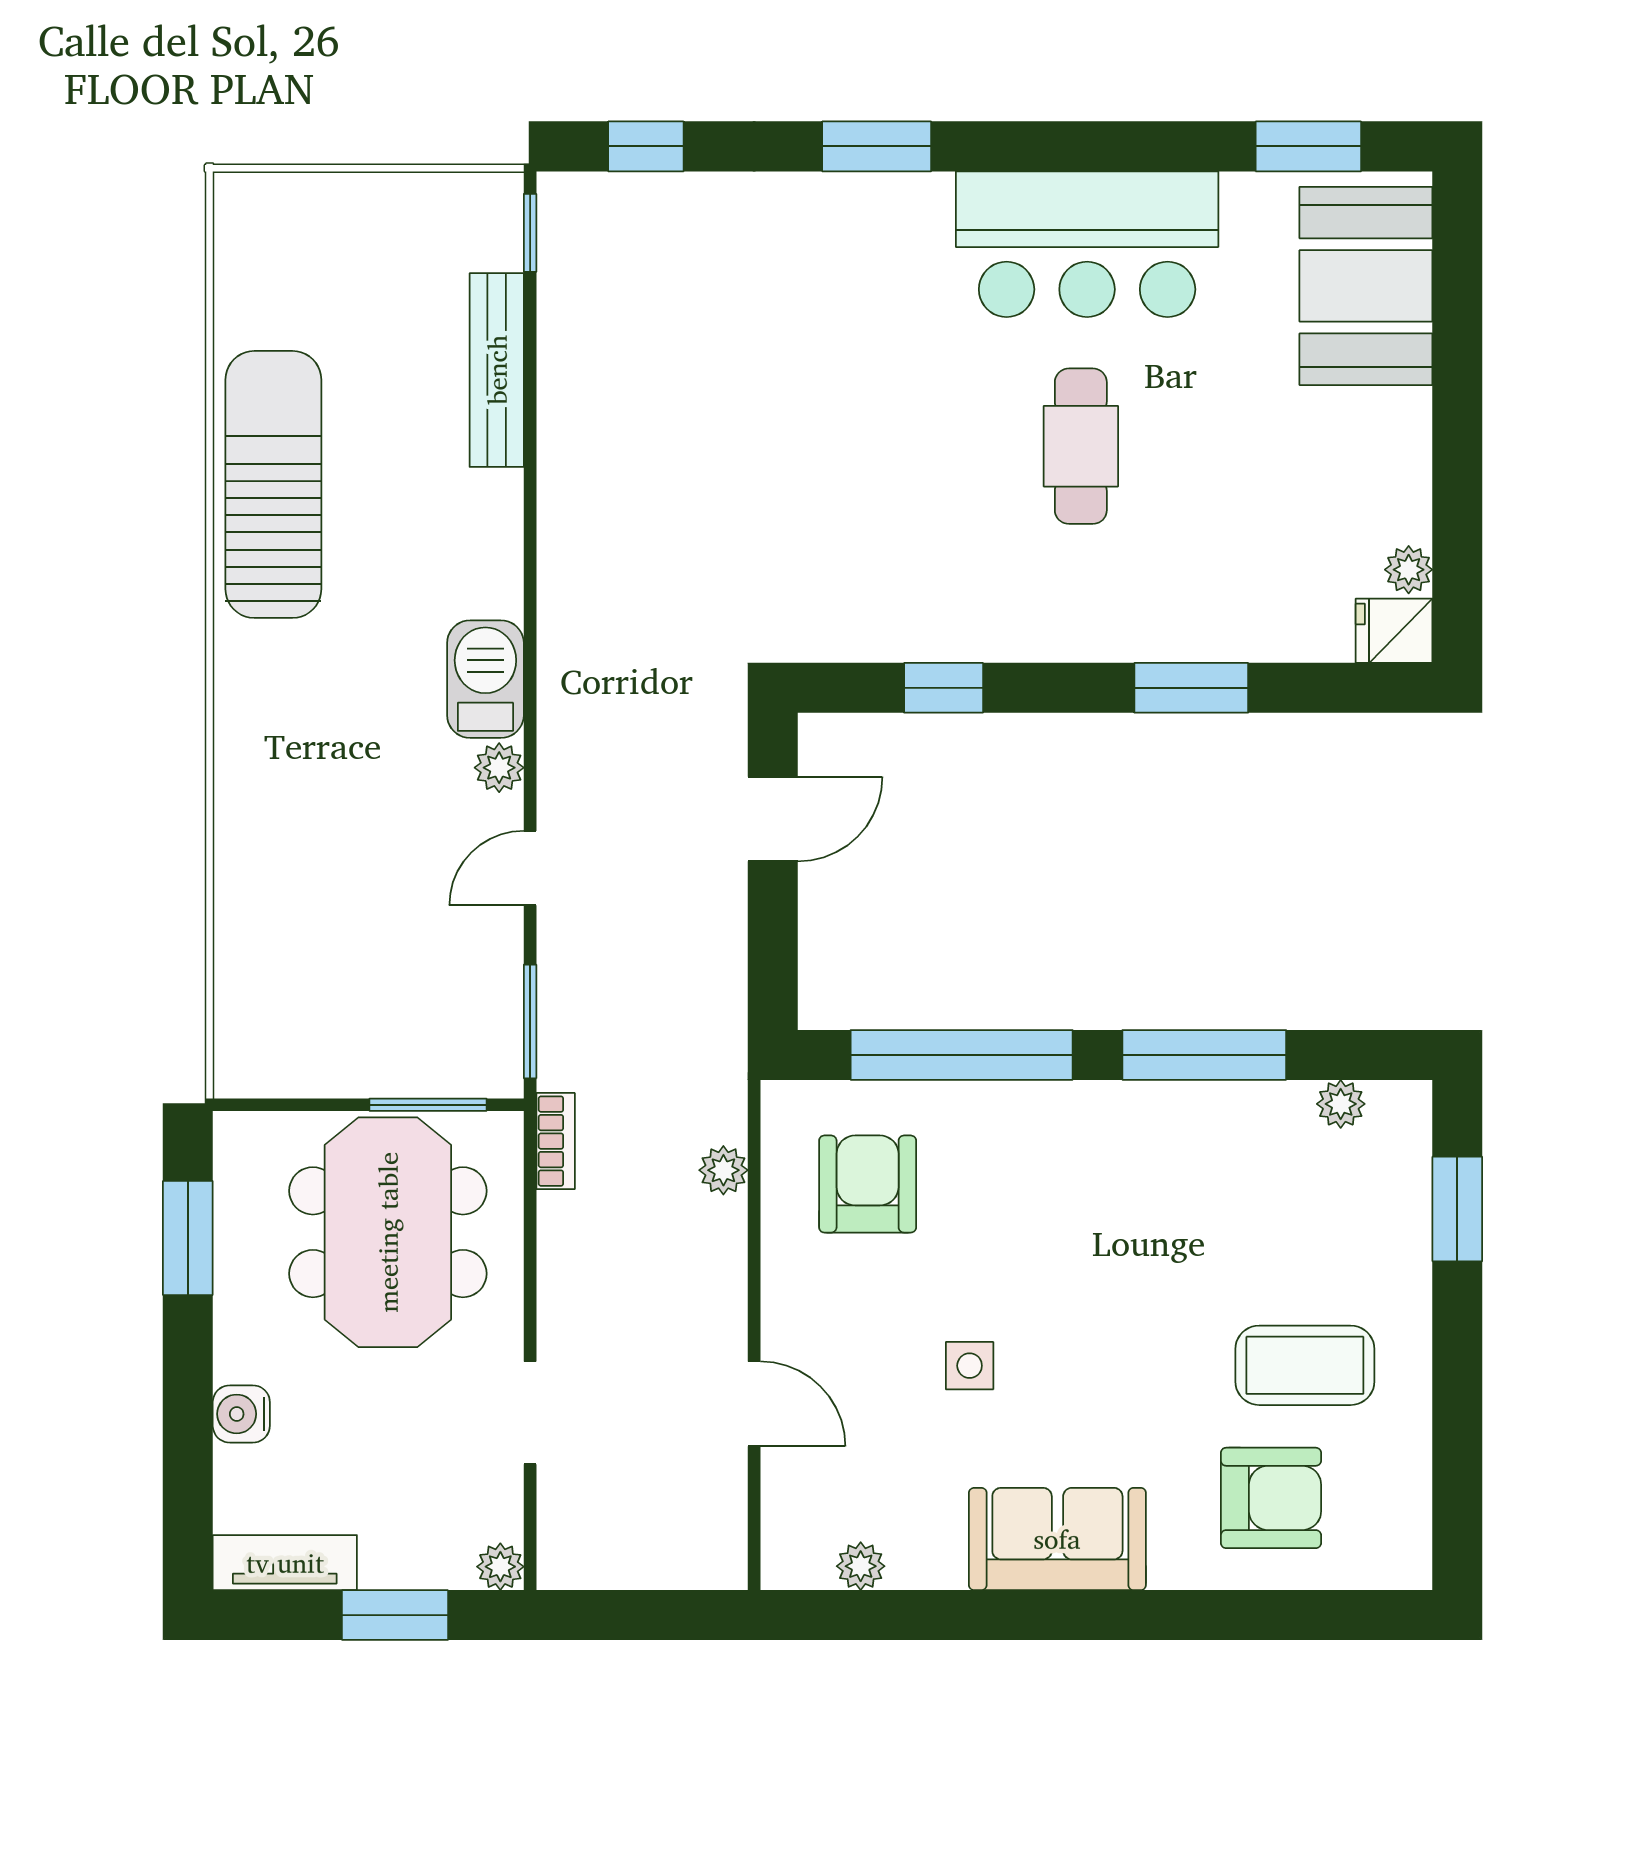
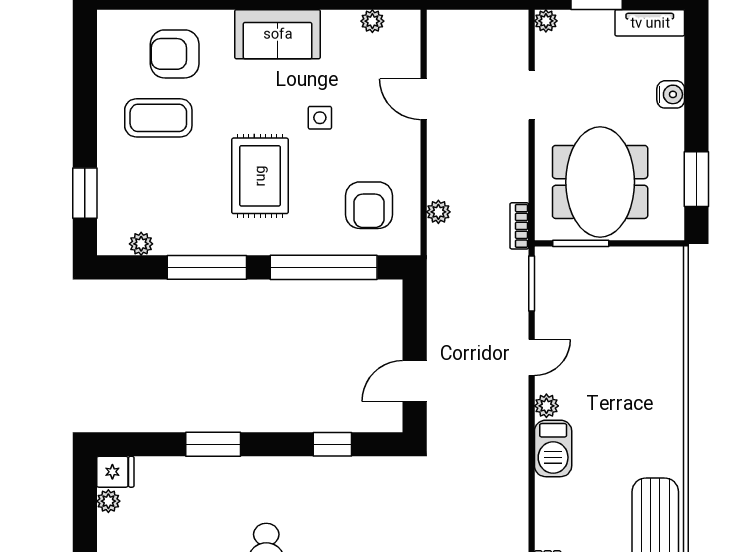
rug: (1094, 1245) -> (260, 176), added

